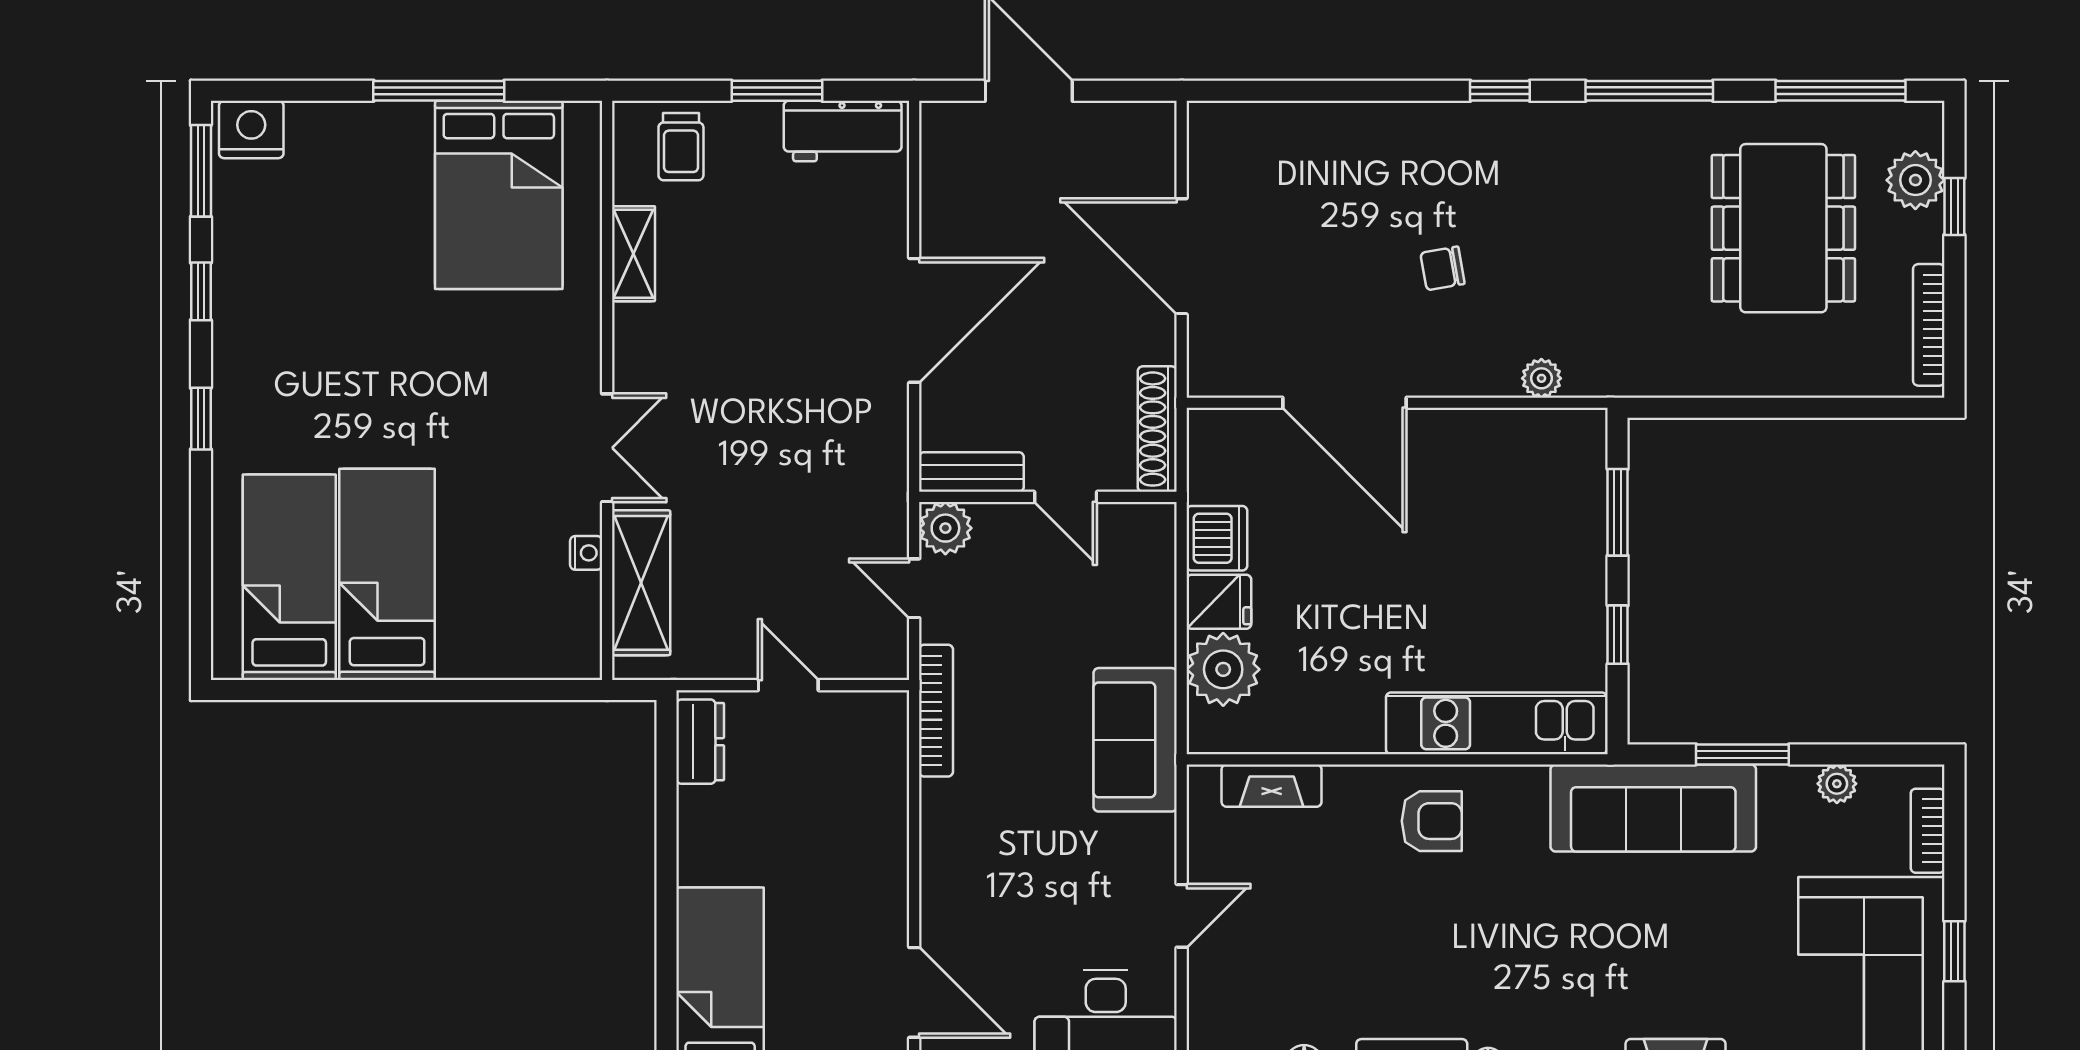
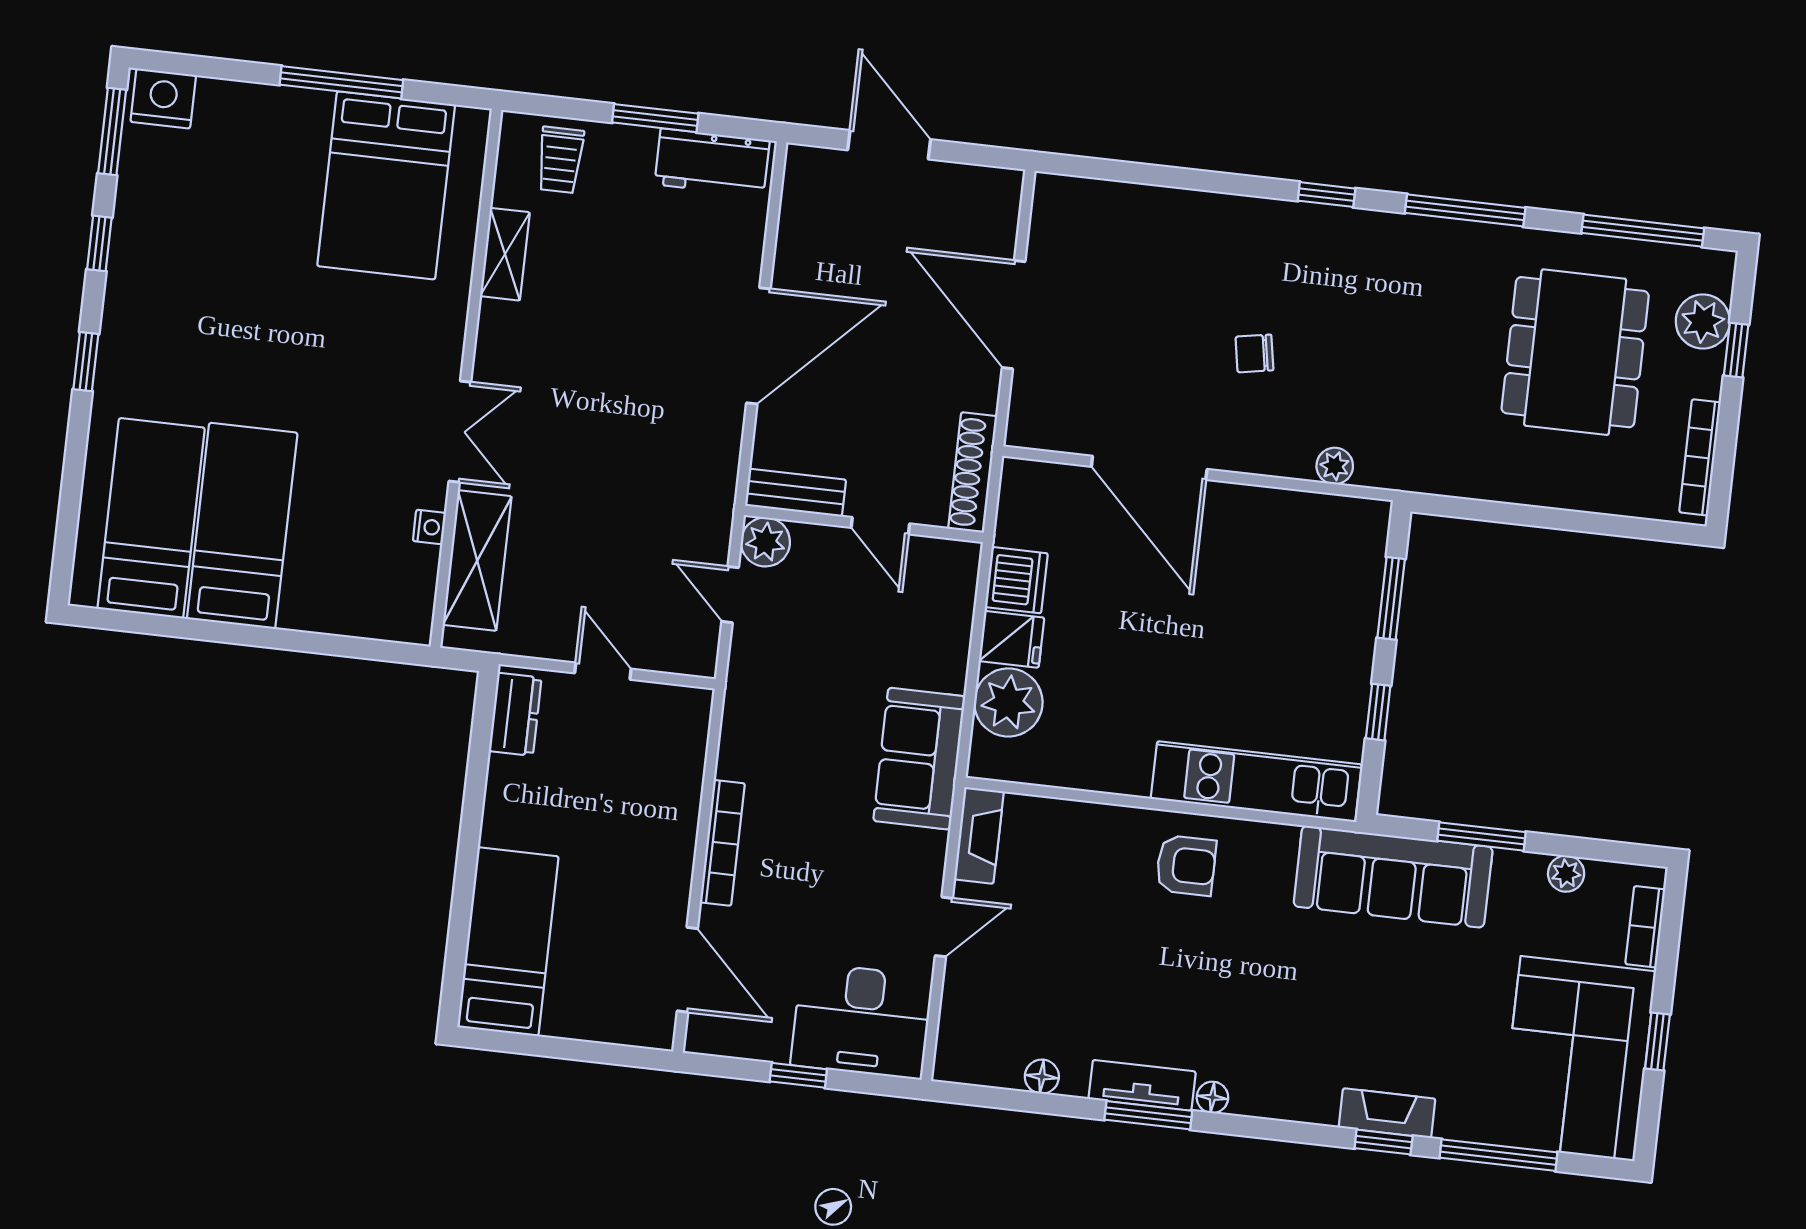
bookcase: (936, 711) -> (722, 843), moved
fireplace: (1272, 786) -> (979, 835), moved, turned -90

